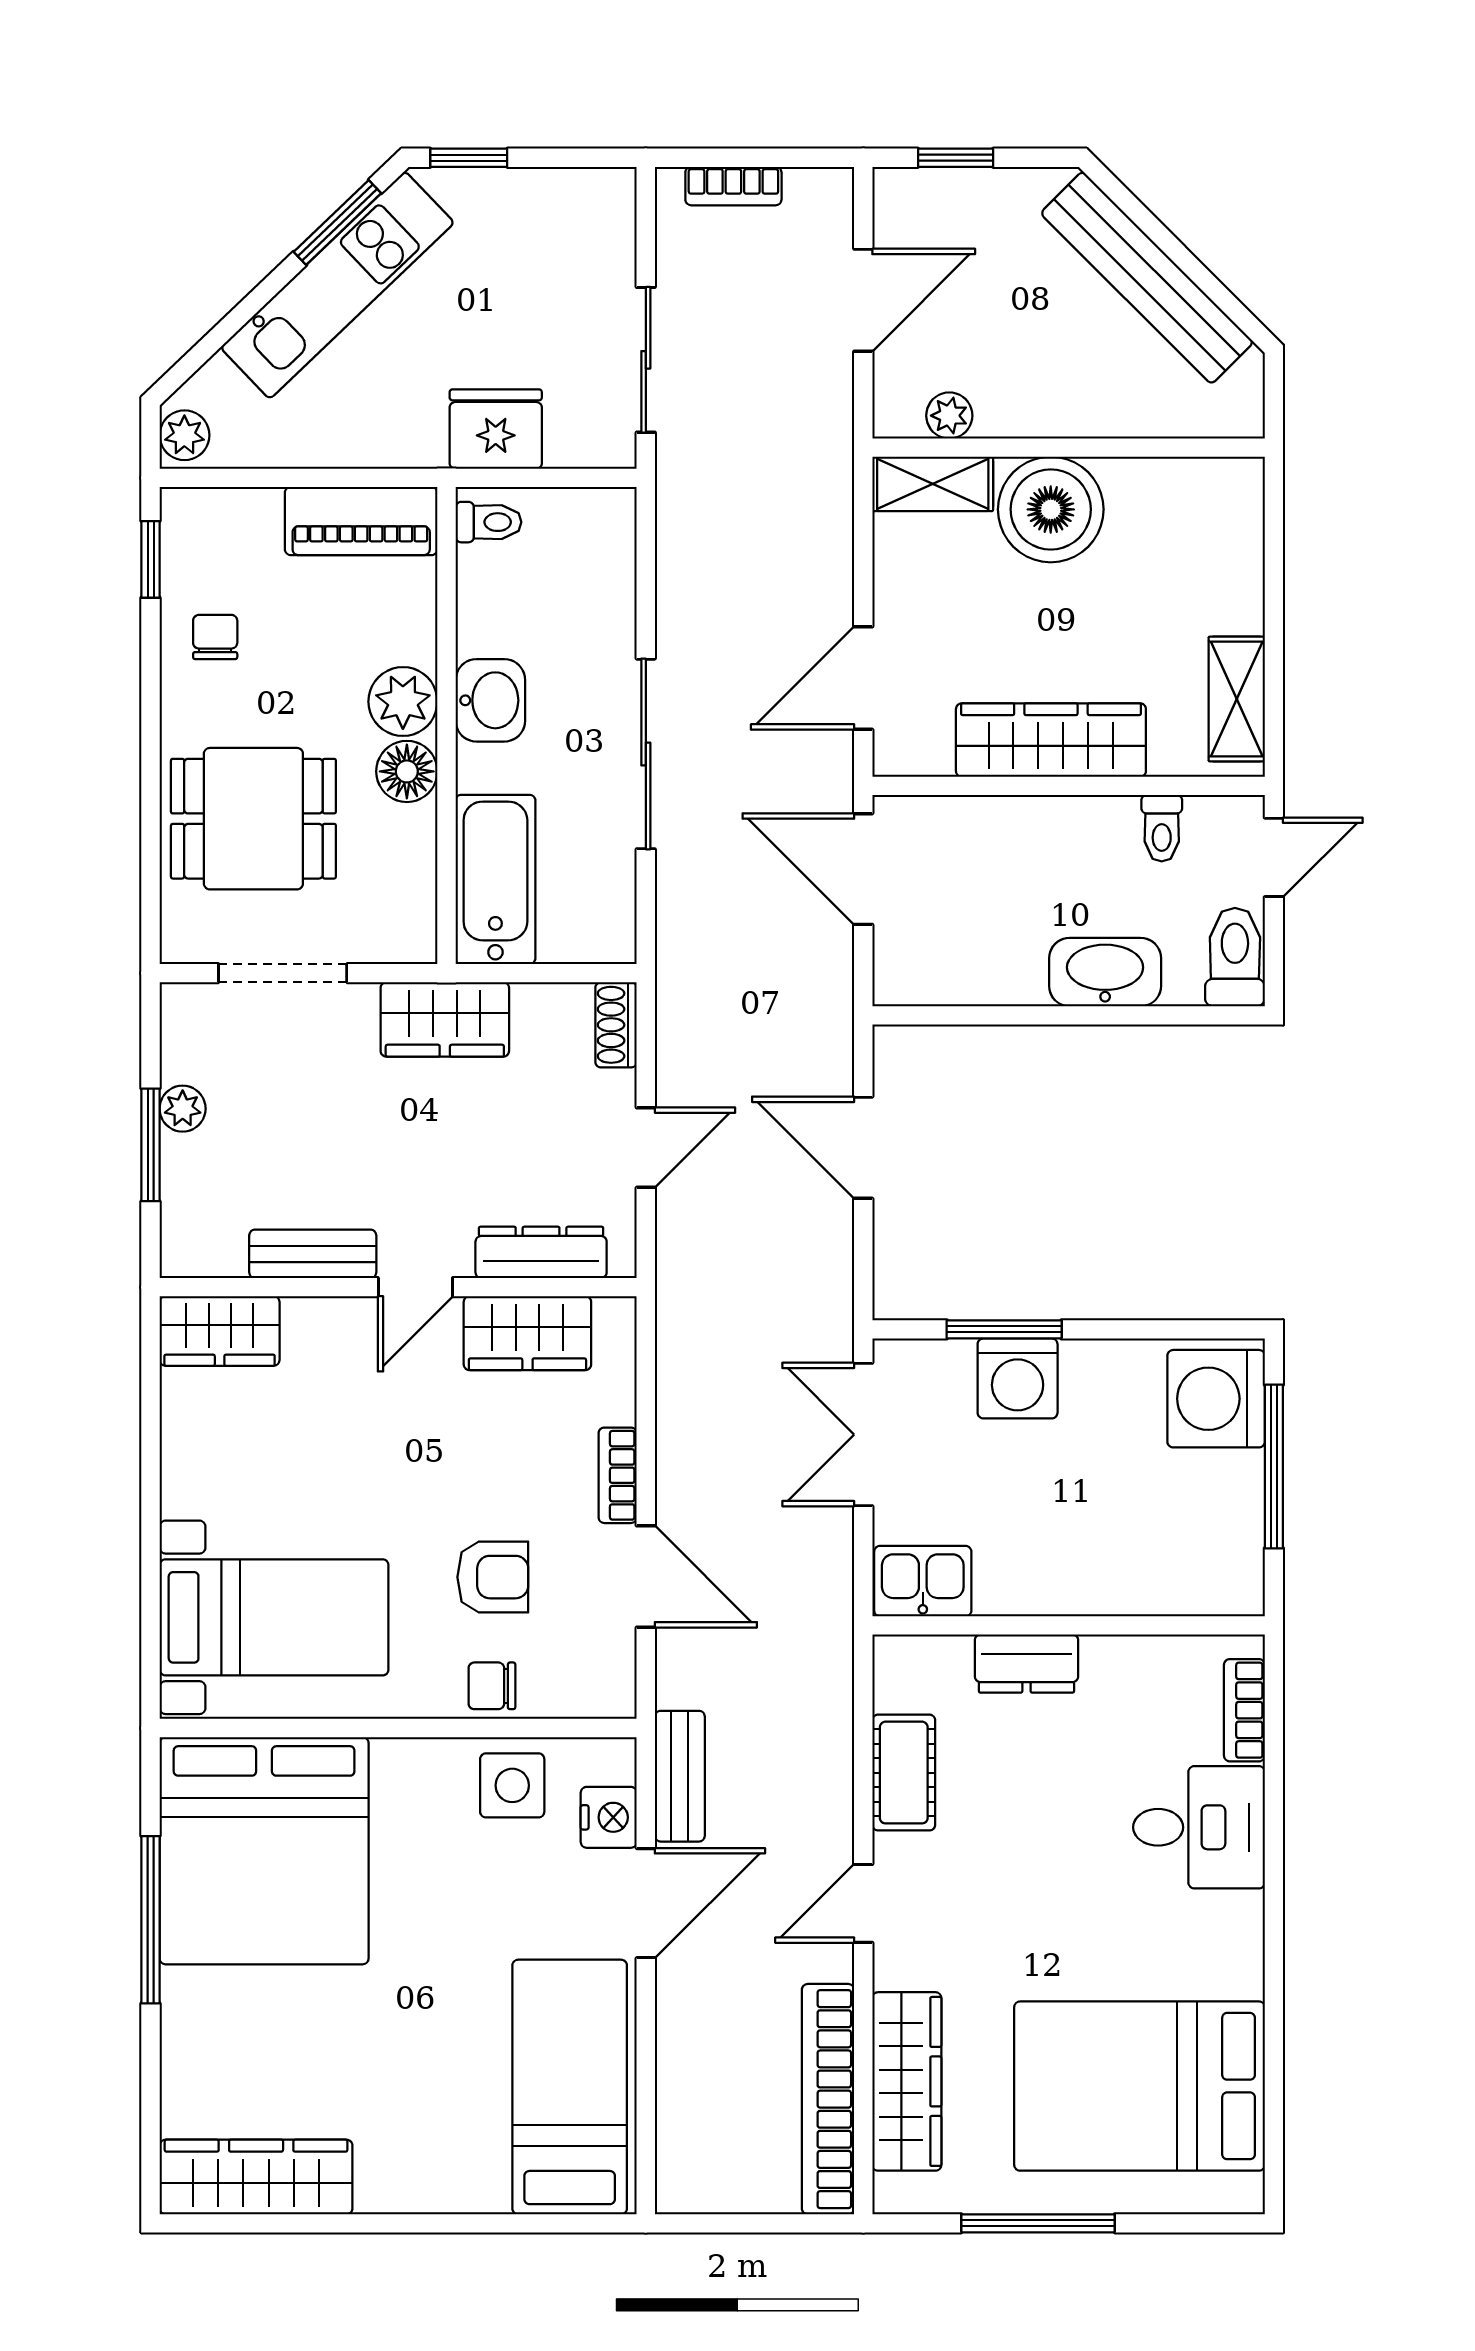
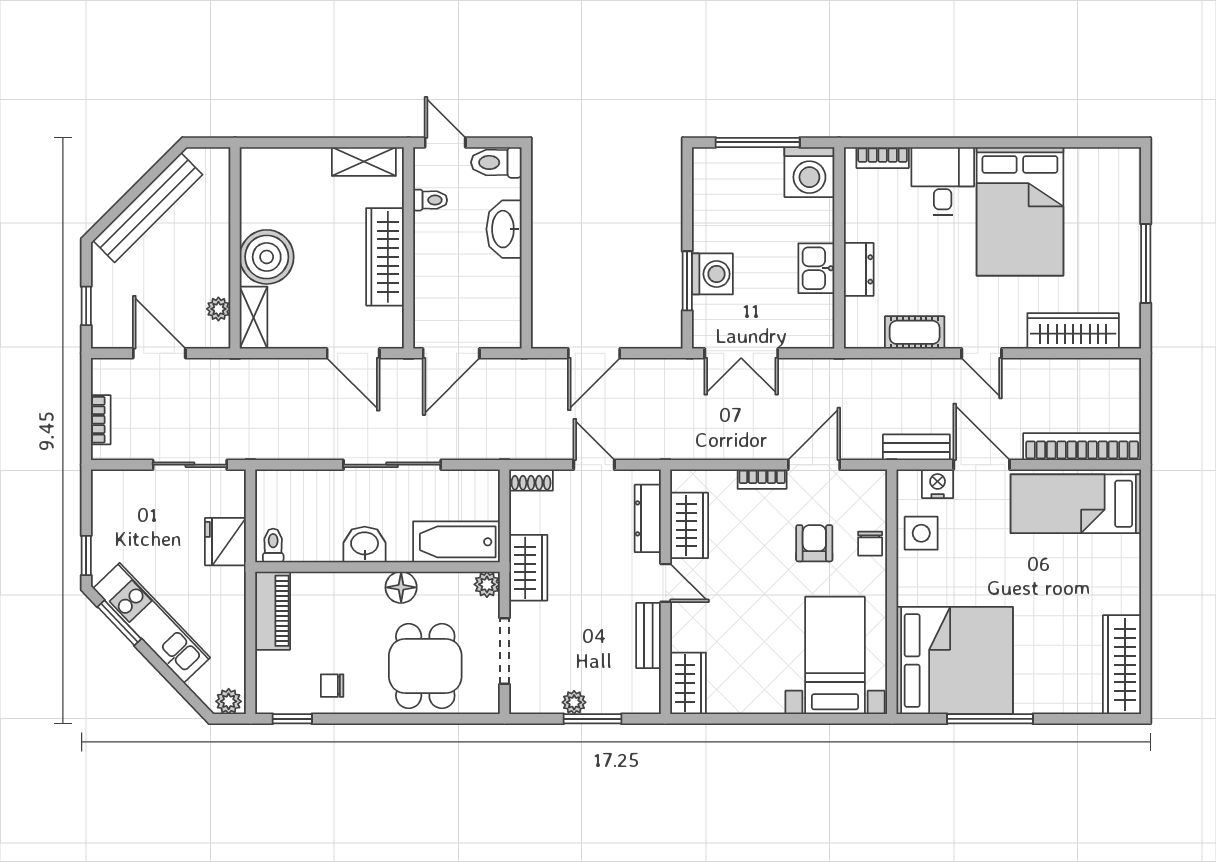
plant: (403, 702) -> (487, 584), moved, width x0.73, depth x0.73
washing machine: (1216, 1399) -> (809, 172), moved
kitchen sink: (923, 1581) -> (816, 268), moved
bed: (1140, 2086) -> (1020, 211), moved
bookcase: (828, 2099) -> (1082, 447), moved, turned 180

